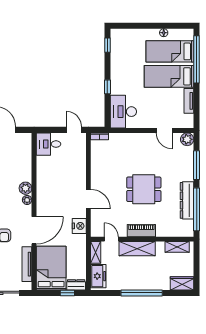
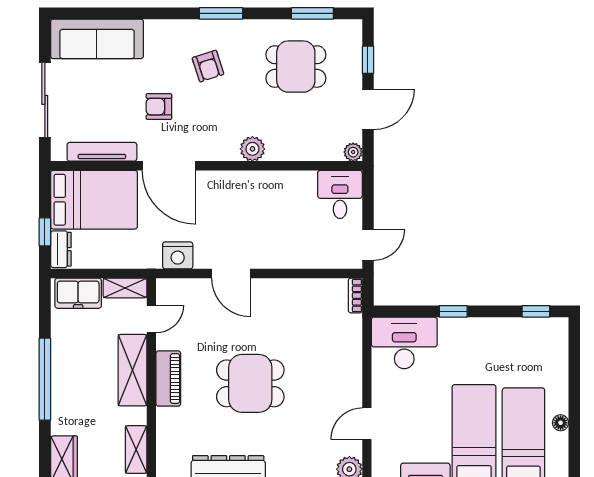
dining table: (144, 189) -> (250, 383), turned 90
door: (88, 199) -> (231, 274), hinge flipped
plant: (27, 200) -> (353, 152), moved

